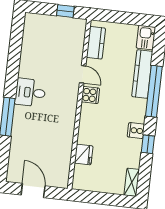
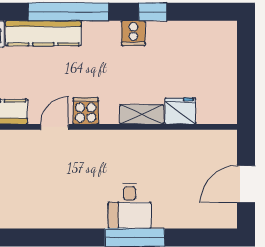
desk: (30, 92) -> (130, 206), moved
shelving: (132, 182) -> (142, 114), moved

